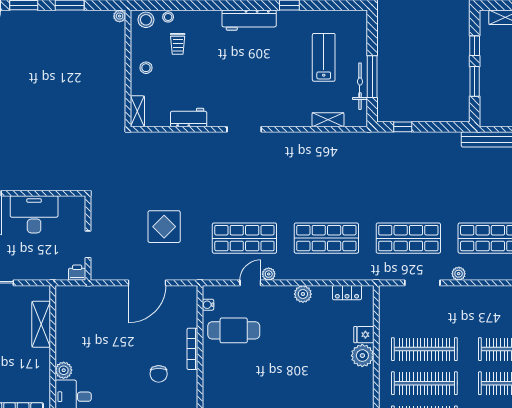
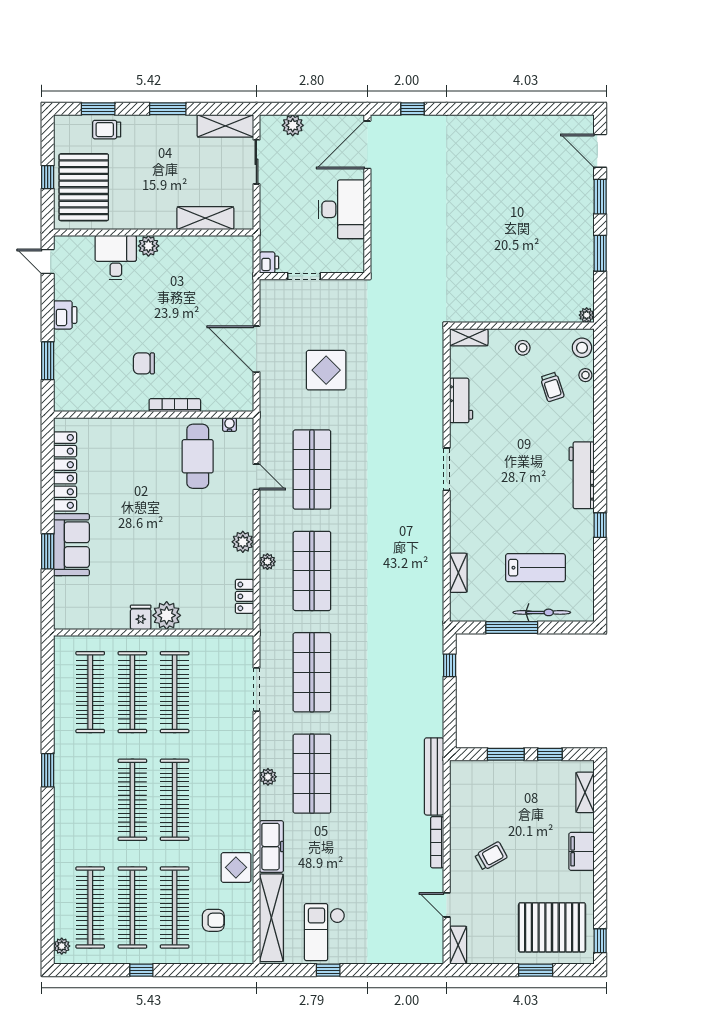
trolley: (178, 44) -> (552, 387), turned -108
bicycle: (360, 86) -> (542, 612), moved
plant: (269, 274) -> (267, 562), moved
plant: (459, 274) -> (268, 777), moved
fridge: (364, 335) -> (141, 617), moved

